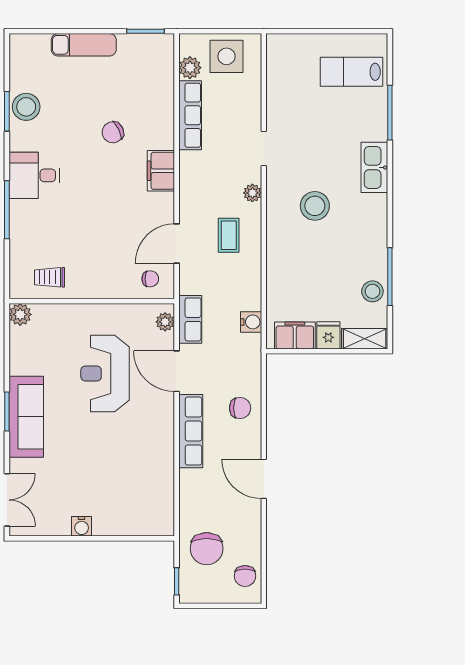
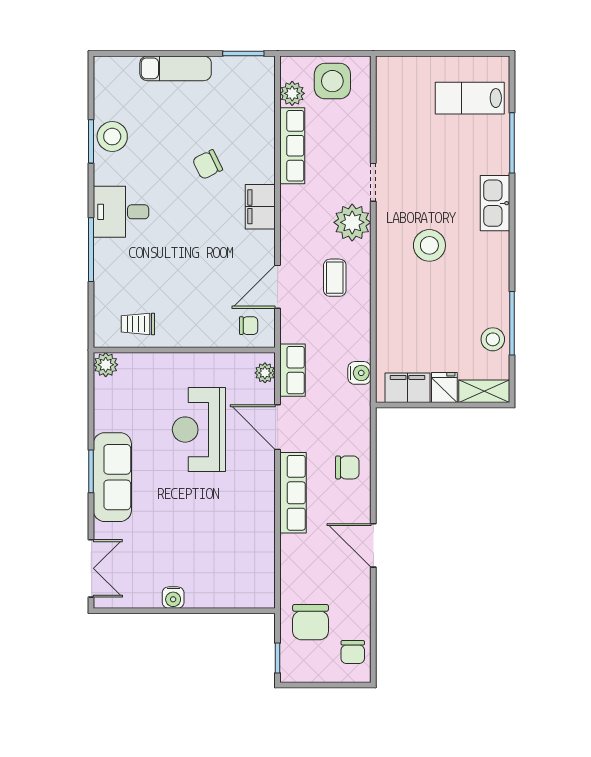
plant: (252, 193) -> (352, 222), width x1.88, depth x1.88

